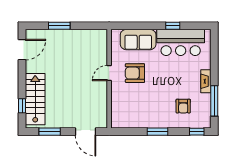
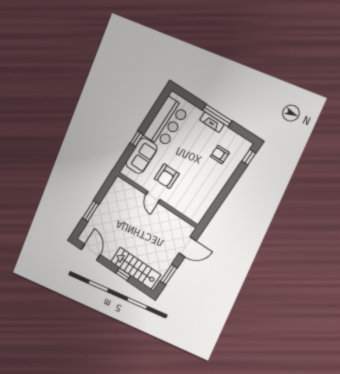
window: (173, 26) -> (137, 139), moved
window: (214, 101) -> (217, 115), moved
window: (22, 106) -> (123, 274), moved
armchair: (183, 106) -> (220, 155), turned 180
window: (158, 132) -> (227, 190), removed

